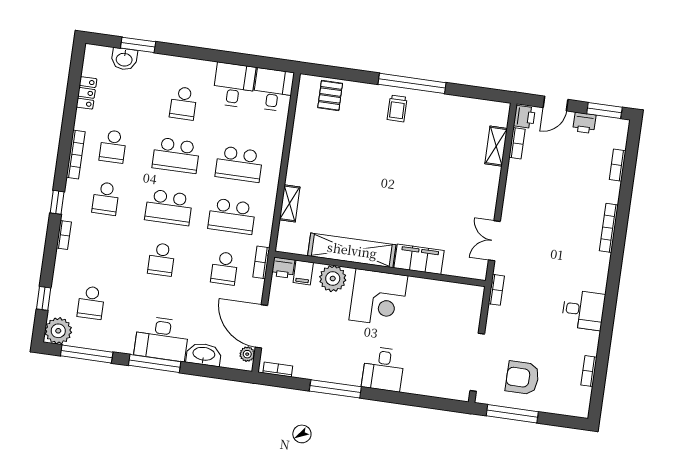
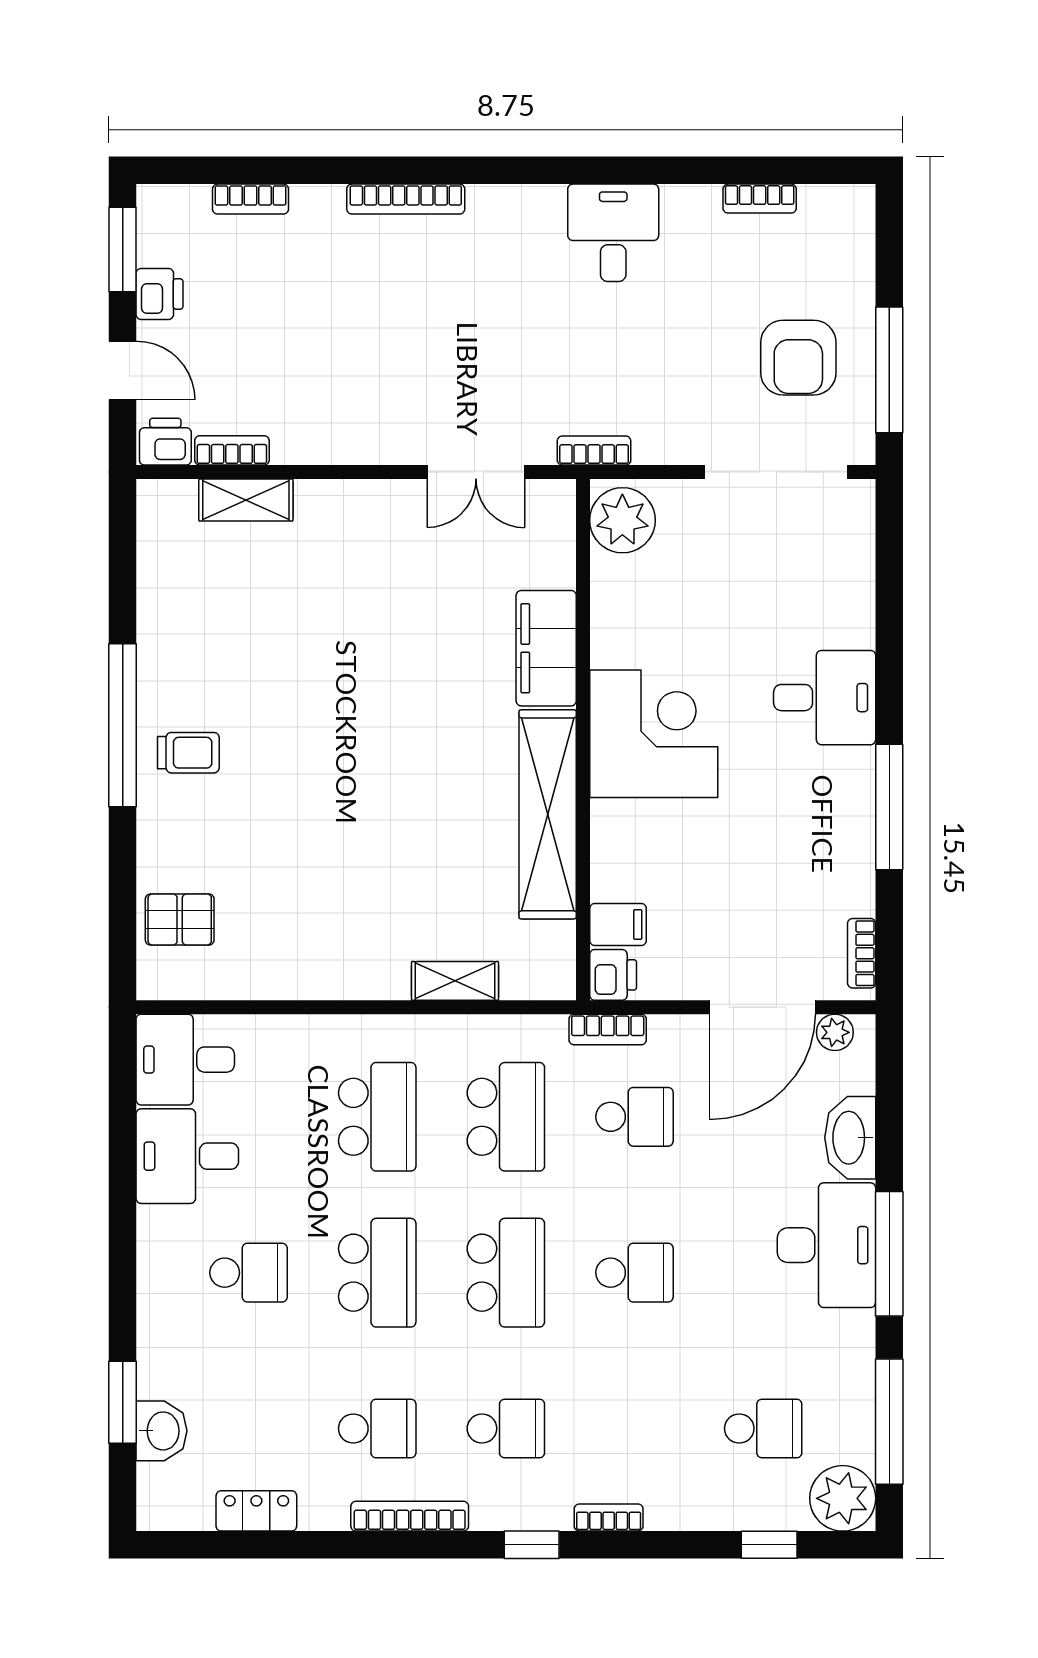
plant: (333, 279) -> (622, 520), moved

